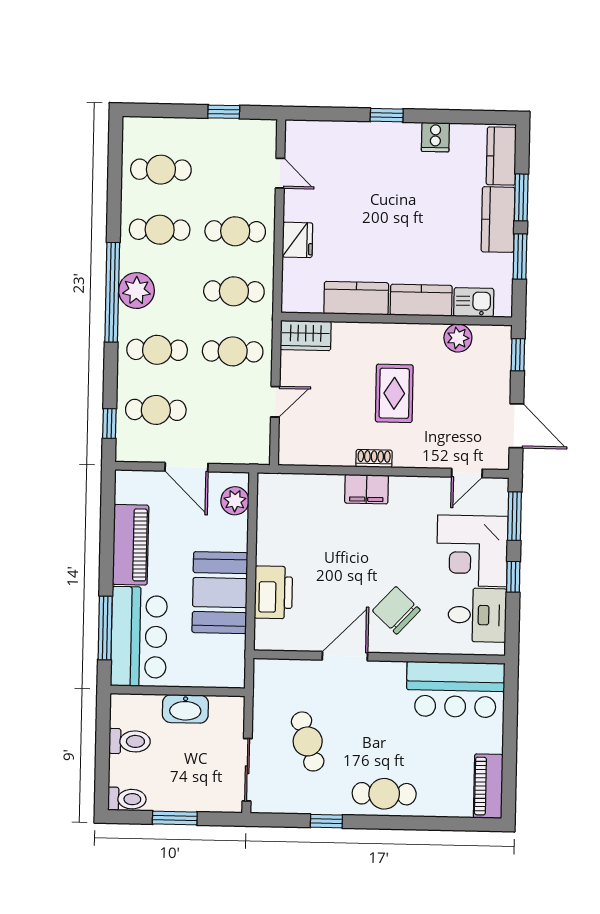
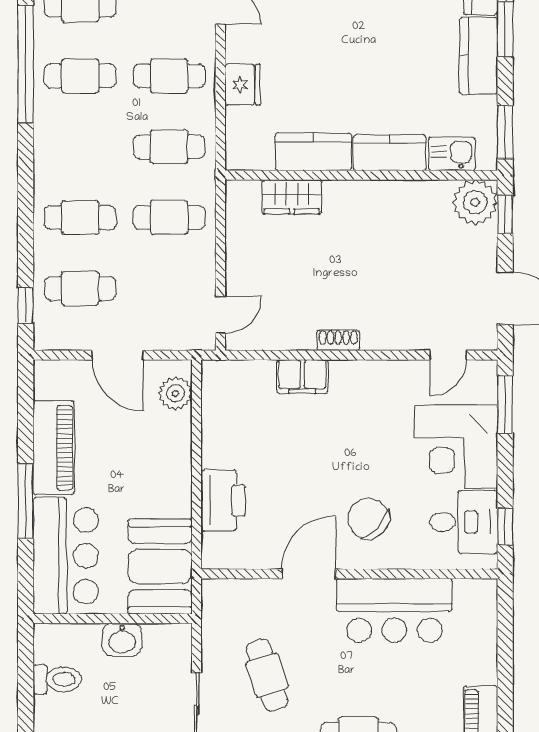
window: (520, 257) -> (505, 132), moved
plant: (136, 291) -> (54, 148), removed
window: (112, 292) -> (26, 64), moved
wardrobe: (306, 335) -> (292, 197), moved
plant: (458, 338) -> (475, 202), moved, width x1.36, depth x1.36
rug: (394, 393) -> (360, 263), removed
door: (275, 402) -> (220, 315), moved
filing cabinet: (366, 489) -> (302, 377), moved
window: (513, 577) -> (505, 527), moved
booth: (220, 593) -> (160, 567), moved
window: (105, 628) -> (26, 501), moved
bar counter: (456, 690) -> (394, 610), moved
washbasin: (185, 709) -> (122, 640), width x0.72

